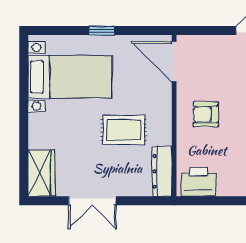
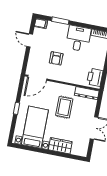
armchair: (206, 114) -> (56, 58), moved
wardrobe: (42, 173) -> (60, 146), moved

